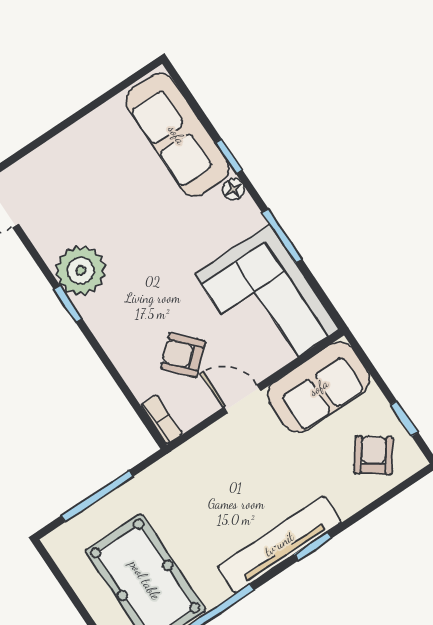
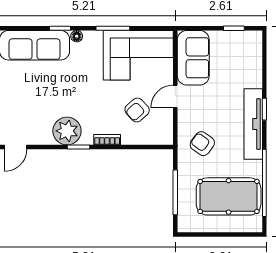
bookcase: (161, 420) -> (107, 140), moved
armchair: (373, 455) -> (202, 144), moved

